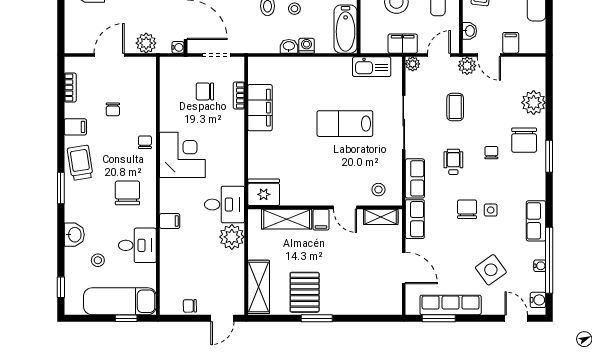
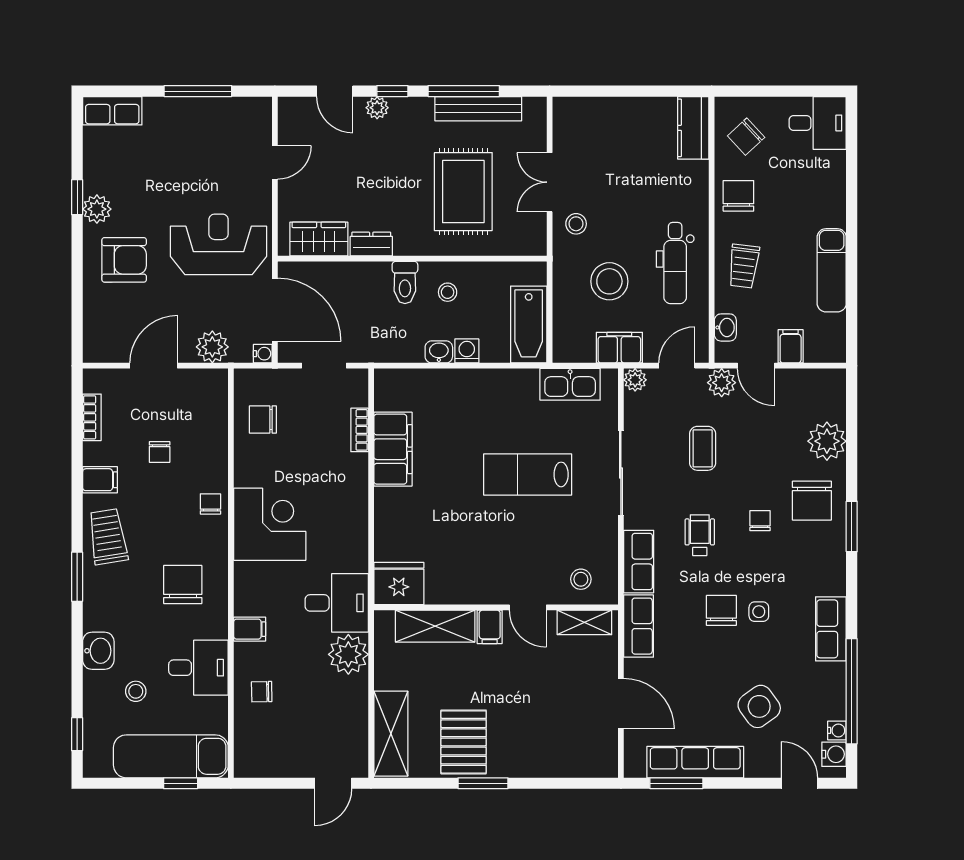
chair: (205, 91) -> (263, 419), moved
water cooler: (540, 266) -> (837, 730), moved
chair: (190, 306) -> (262, 692), moved

